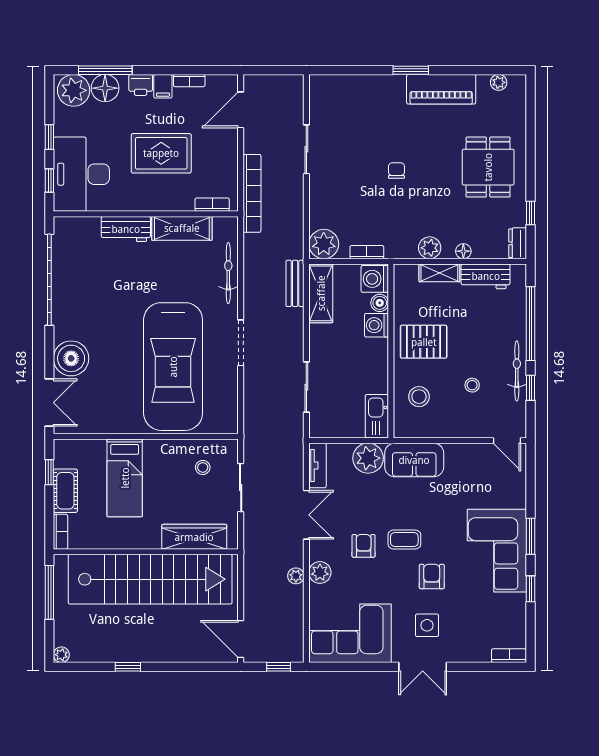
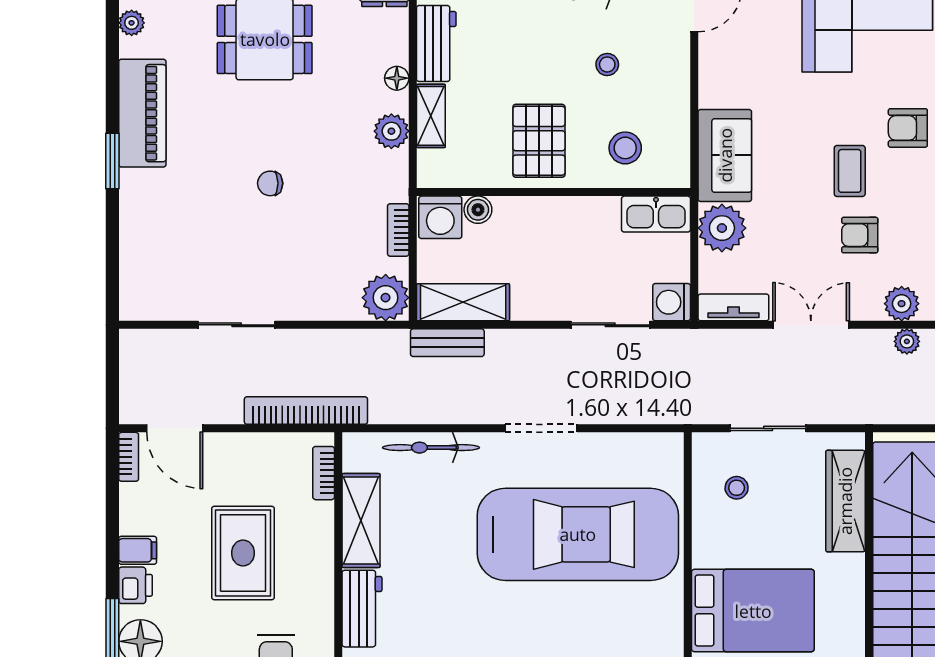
bookcase: (189, 81) -> (129, 457), moved
washing machine: (377, 325) -> (672, 302), moved, turned 90
bed: (125, 478) -> (753, 611), width x1.50

